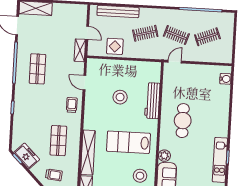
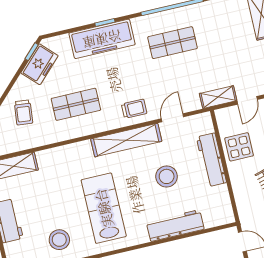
workbench: (118, 66) -> (211, 160), added
freezer: (22, 112) -> (102, 39), added
shelving: (88, 153) -> (126, 140), moved

